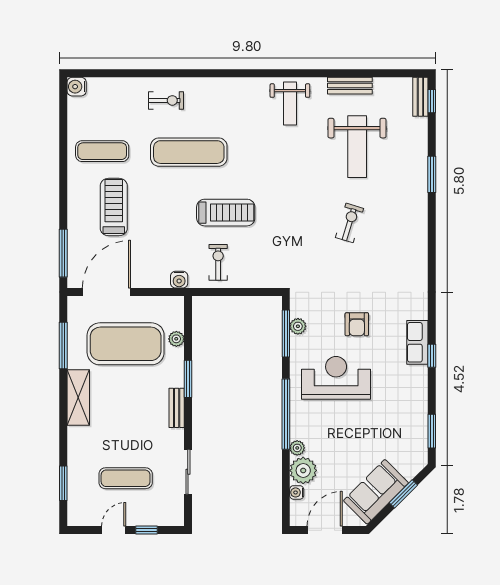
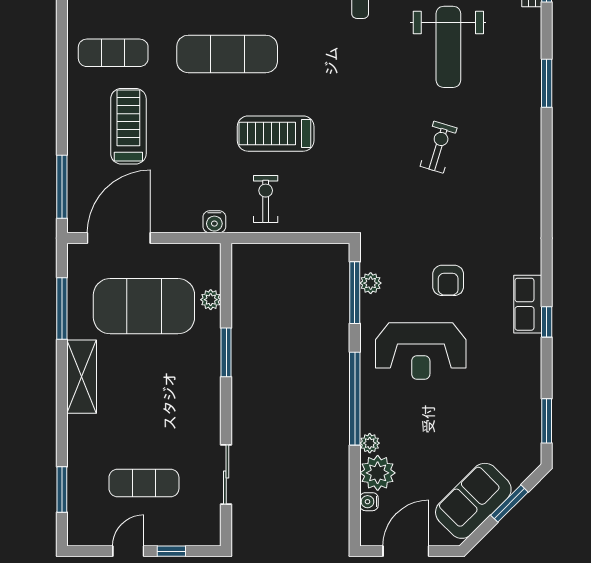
treadmill: (226, 213) -> (276, 134), turned 180
reception desk: (336, 378) -> (421, 351), turned 180
bench: (177, 408) -> (211, 390), removed

